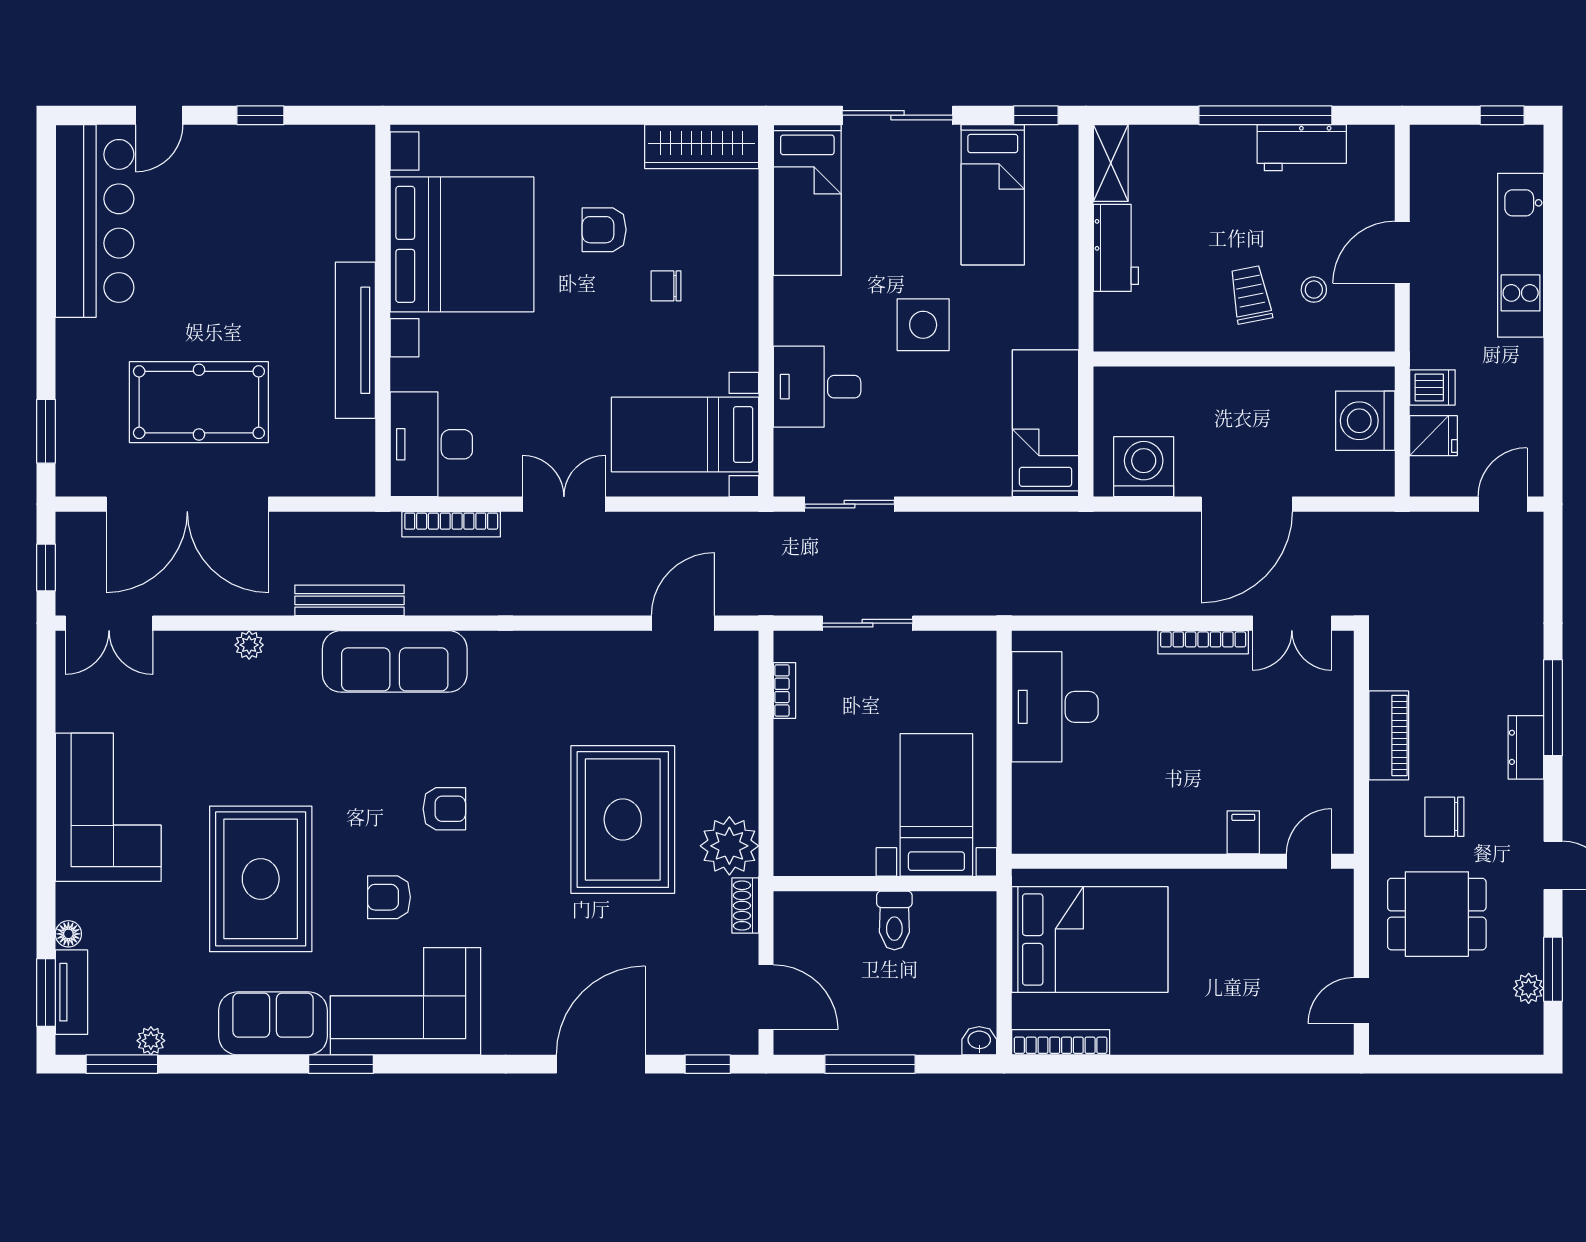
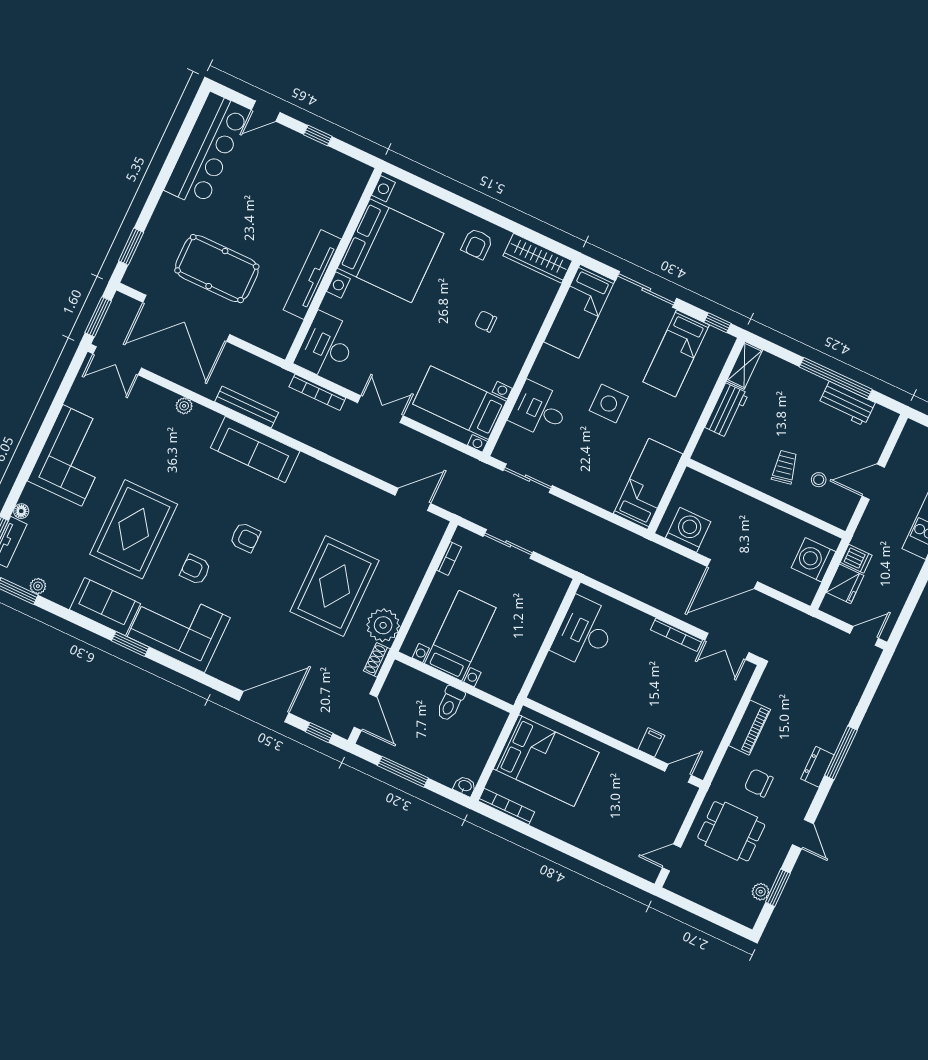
armchair: (604, 230) -> (477, 244), moved, turned -90
fridge: (1433, 436) -> (845, 584), width x1.38
window: (46, 567) -> (98, 317), width x1.50
bed with nightstands: (936, 805) -> (460, 636), moved

